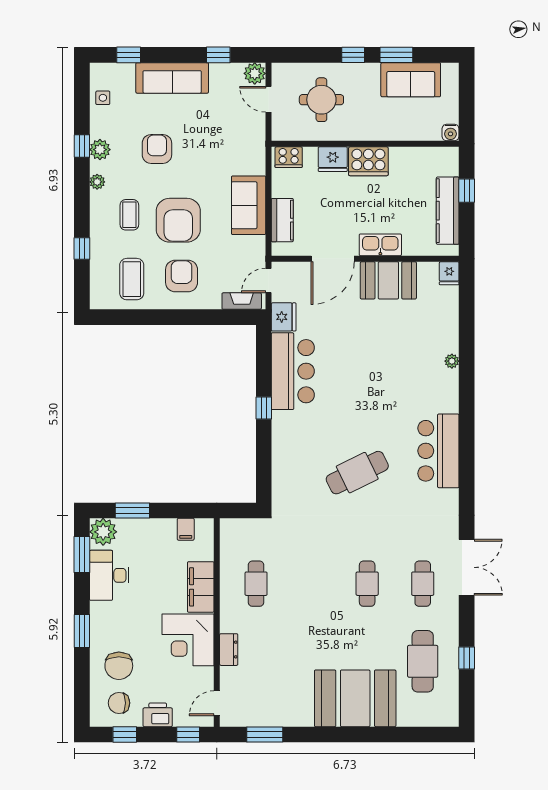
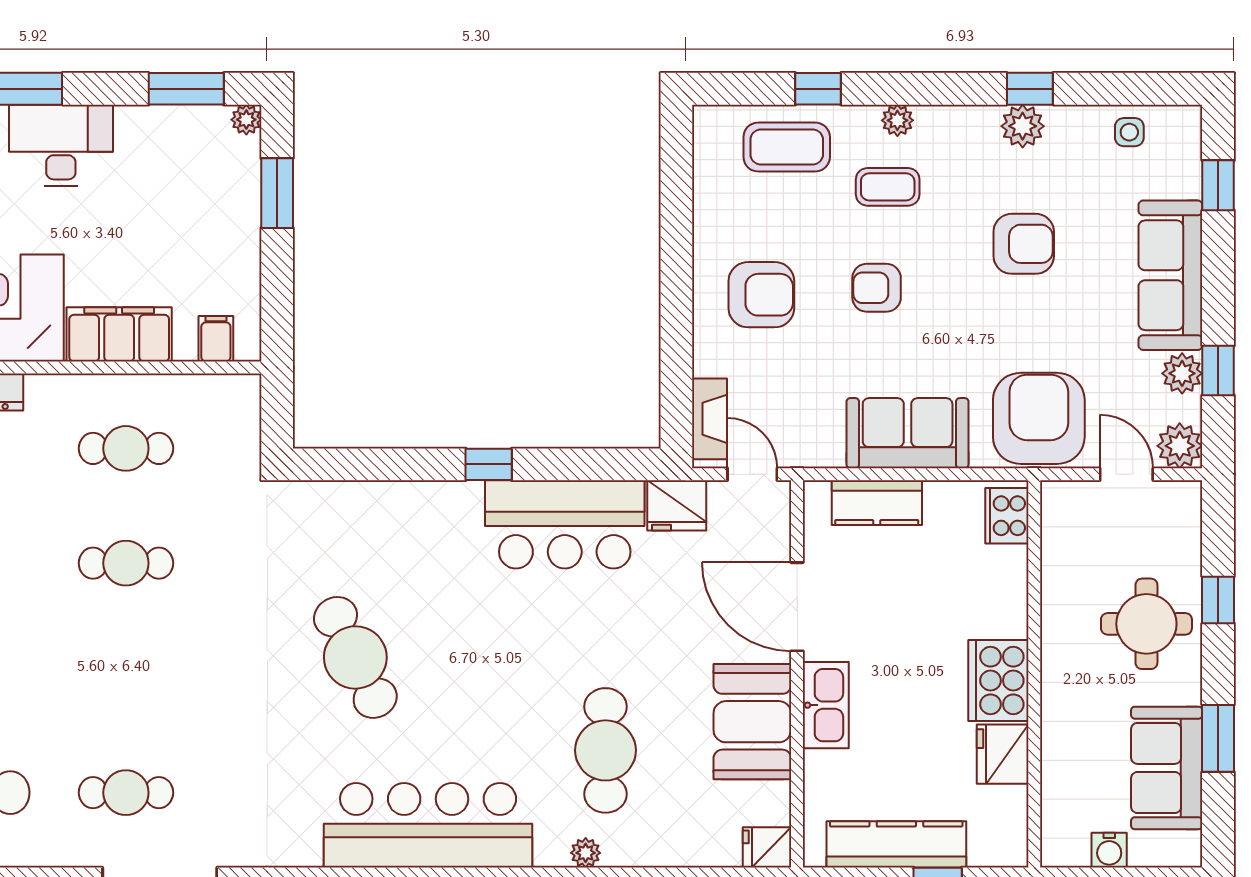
window: (353, 55) -> (1218, 600), moved
plant: (220, 72) -> (1182, 373), added
door: (269, 99) -> (1126, 474), hinge flipped
round table: (321, 100) -> (1146, 624), moved
water cooler: (451, 133) -> (1109, 850), moved, turned -90
armchair: (241, 142) -> (1039, 418), added
fridge: (333, 159) -> (1003, 754), moved
plant: (97, 182) -> (897, 120), moved
armchair: (178, 220) -> (877, 288), width x0.53, depth x0.53
coffee table: (132, 279) -> (787, 147), moved
cafe table: (402, 351) -> (605, 750), added
bar counter: (438, 451) -> (428, 825), width x1.36
filing cabinet: (186, 529) -> (216, 339), moved, turned 90
plant: (103, 532) -> (246, 120), width x0.53, depth x0.53
desk: (109, 575) -> (61, 145), moved
cafe table: (367, 584) -> (126, 563), moved

